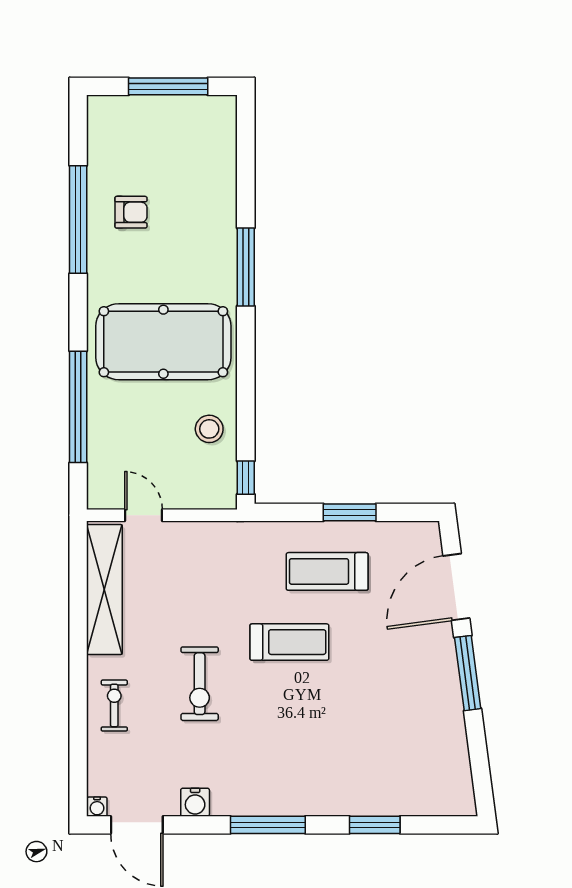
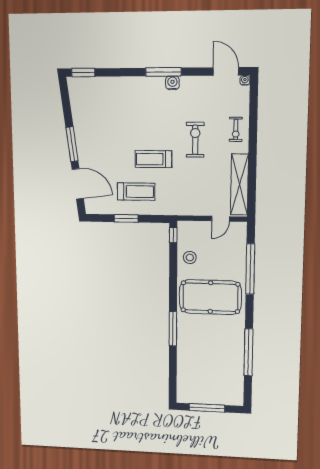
armchair: (131, 212) -> (224, 355), removed
door: (144, 515) -> (221, 219), hinge flipped
door: (456, 587) -> (78, 184), hinge flipped
water cooler: (195, 802) -> (172, 83), moved
window: (375, 825) -> (83, 73), moved

